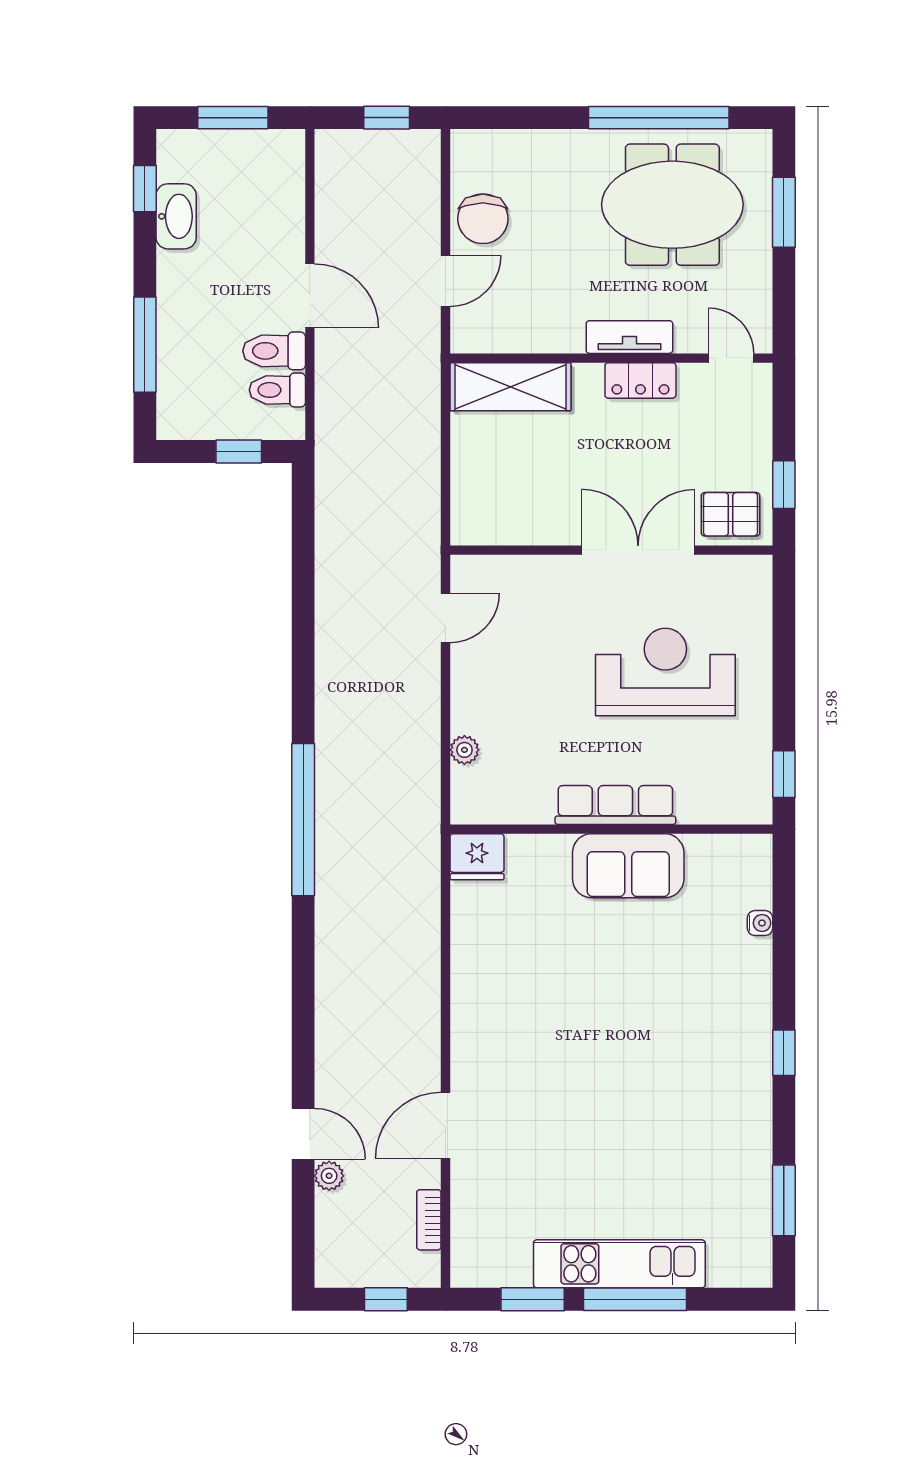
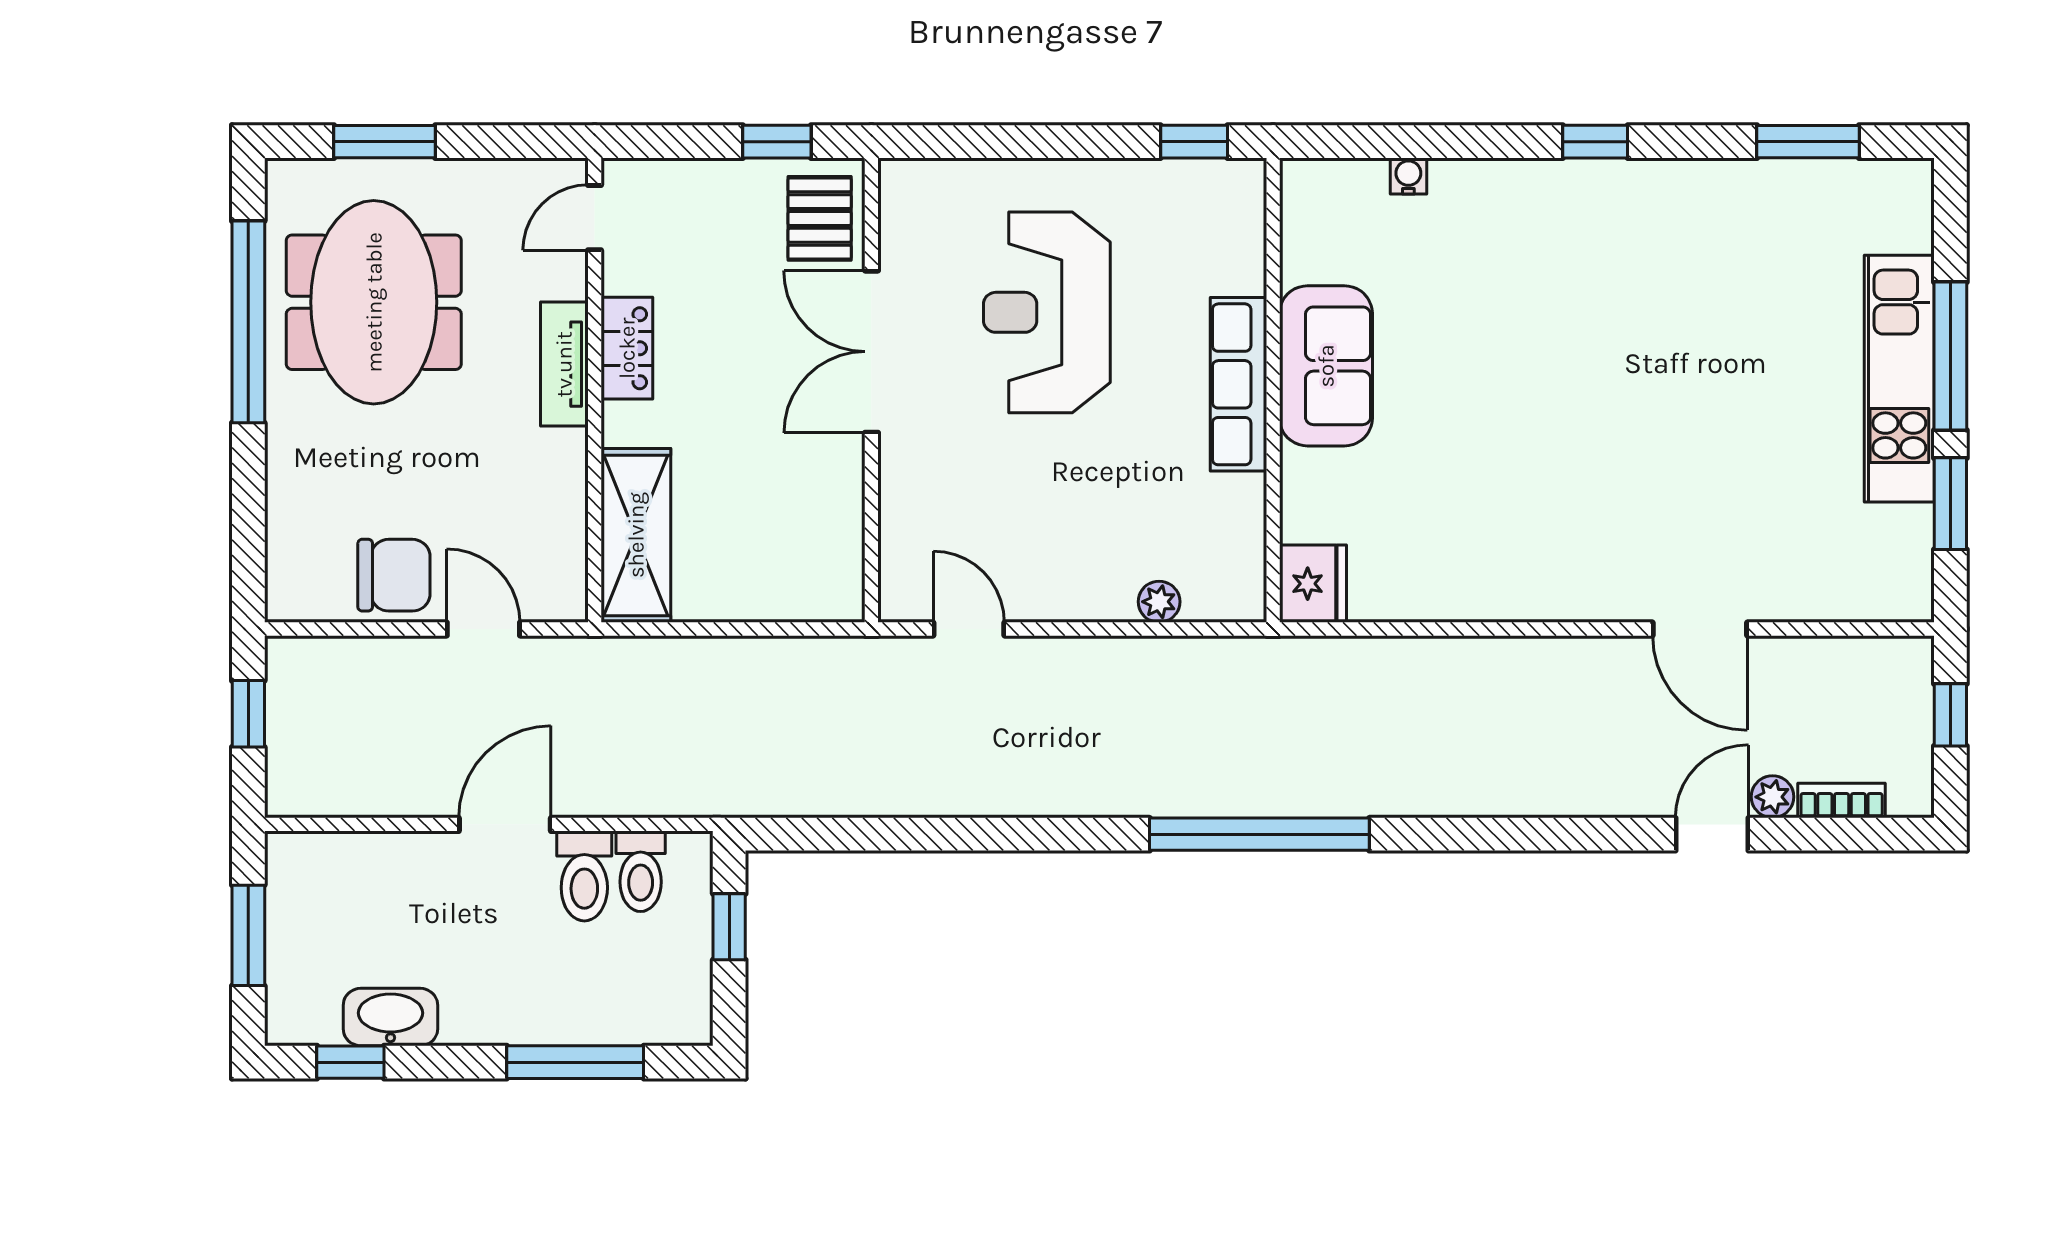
bookcase: (429, 1220) -> (1842, 800), moved, turned 180

